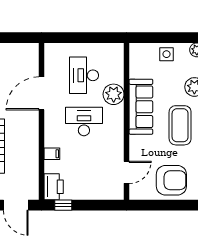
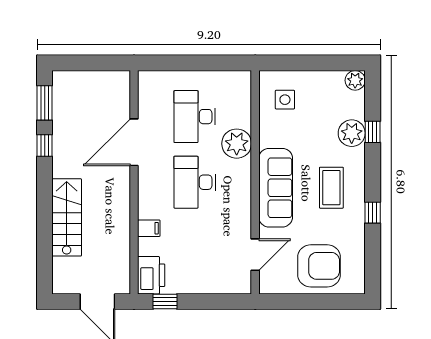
side table: (167, 54) -> (285, 100), moved
sofa: (141, 107) -> (276, 188), moved
desk: (84, 121) -> (195, 182), turned -90
coffee table: (180, 125) -> (331, 188), width x0.73, depth x0.76

